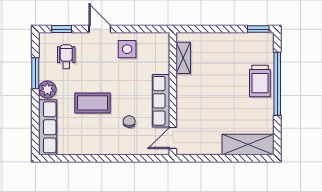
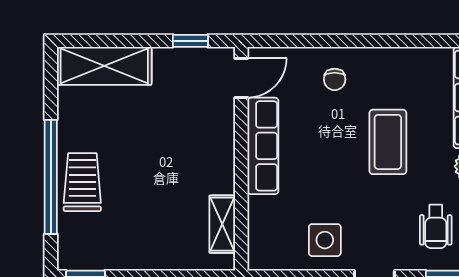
coffee table: (93, 103) -> (388, 142), turned 90
chair: (129, 122) -> (335, 79), moved
window: (201, 158) -> (190, 41), added

